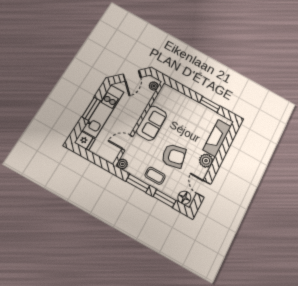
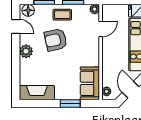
window: (210, 104) -> (70, 104), moved
sofa: (152, 123) -> (90, 83), moved
fireplace: (217, 138) -> (37, 93), moved, turned -90

